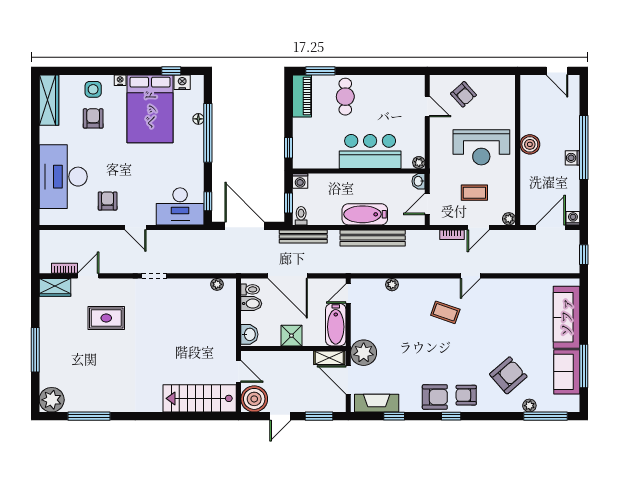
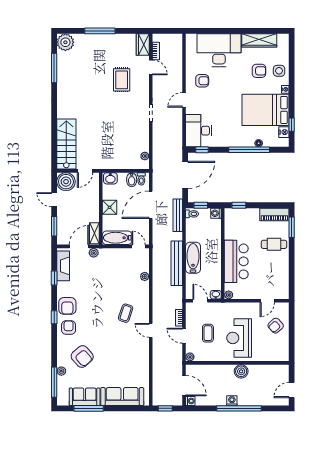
wardrobe: (49, 100) -> (259, 40), moved
plant: (364, 353) -> (94, 253), width x0.53, depth x0.53

